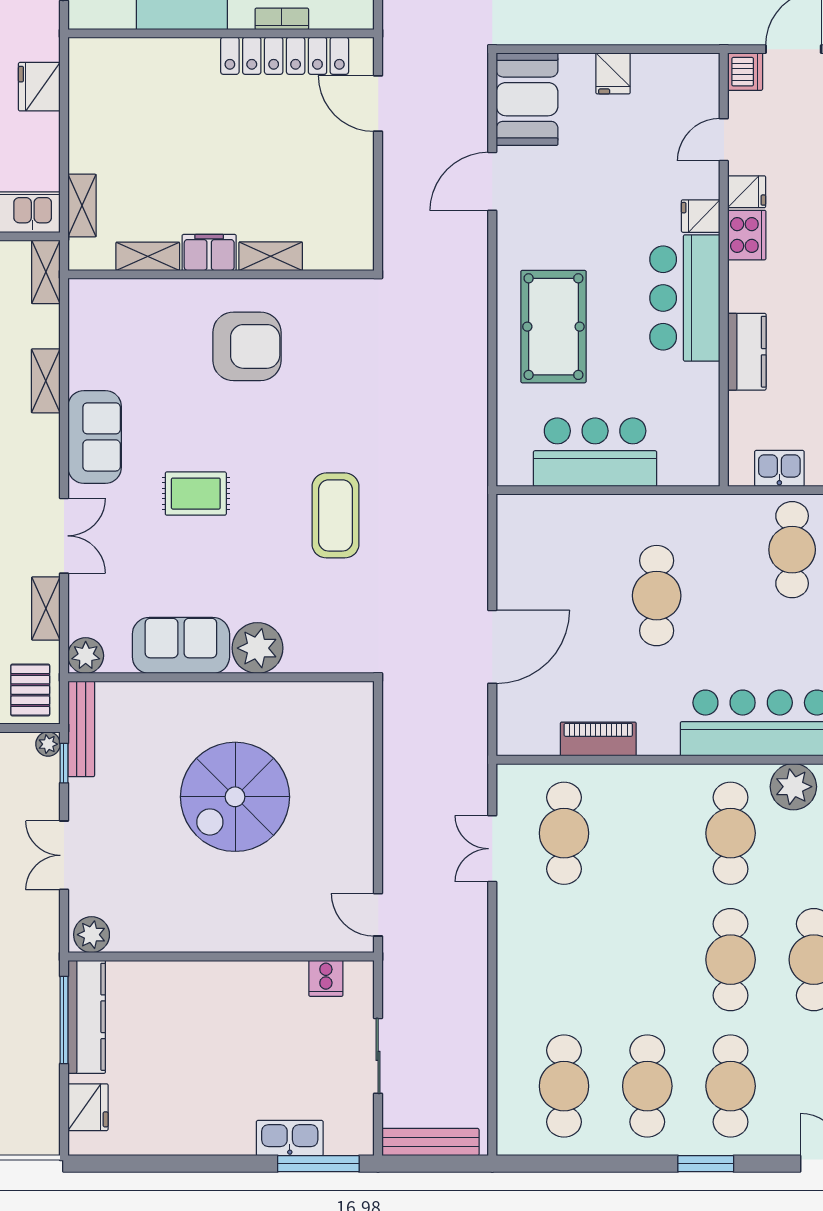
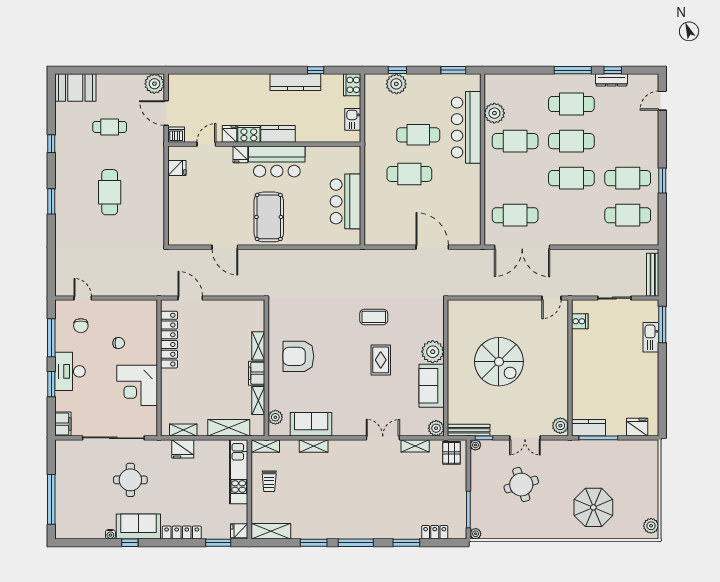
bookcase: (282, 19) -> (153, 341), removed
fridge: (613, 73) -> (177, 168), moved
shelving: (82, 88) -> (183, 430), added
booth: (527, 99) -> (188, 232), removed
door: (378, 104) -> (190, 298), swing flipped
door: (724, 140) -> (206, 144), swing flipped
shelving: (82, 206) -> (229, 428), width x1.50, depth x1.33
plant: (110, 295) -> (275, 417), added
pool table: (553, 327) -> (269, 217), moved, turned 90
armchair: (247, 346) -> (298, 356), turned -90
kitchen counter: (747, 352) -> (278, 134), moved
sofa: (95, 437) -> (311, 424), moved
rug: (196, 494) -> (381, 360), moved
coffee table: (335, 515) -> (374, 317), width x0.73, depth x0.76
cafe table: (792, 550) -> (418, 135), moved
pallet: (30, 690) -> (451, 453), turned 90
piano: (598, 739) -> (473, 200), removed
double door: (492, 849) -> (522, 247), width x1.87
kitchen counter: (87, 1017) -> (588, 428), width x0.67
cafe table: (731, 1086) -> (571, 178), moved
window: (706, 1164) -> (662, 180), moved

